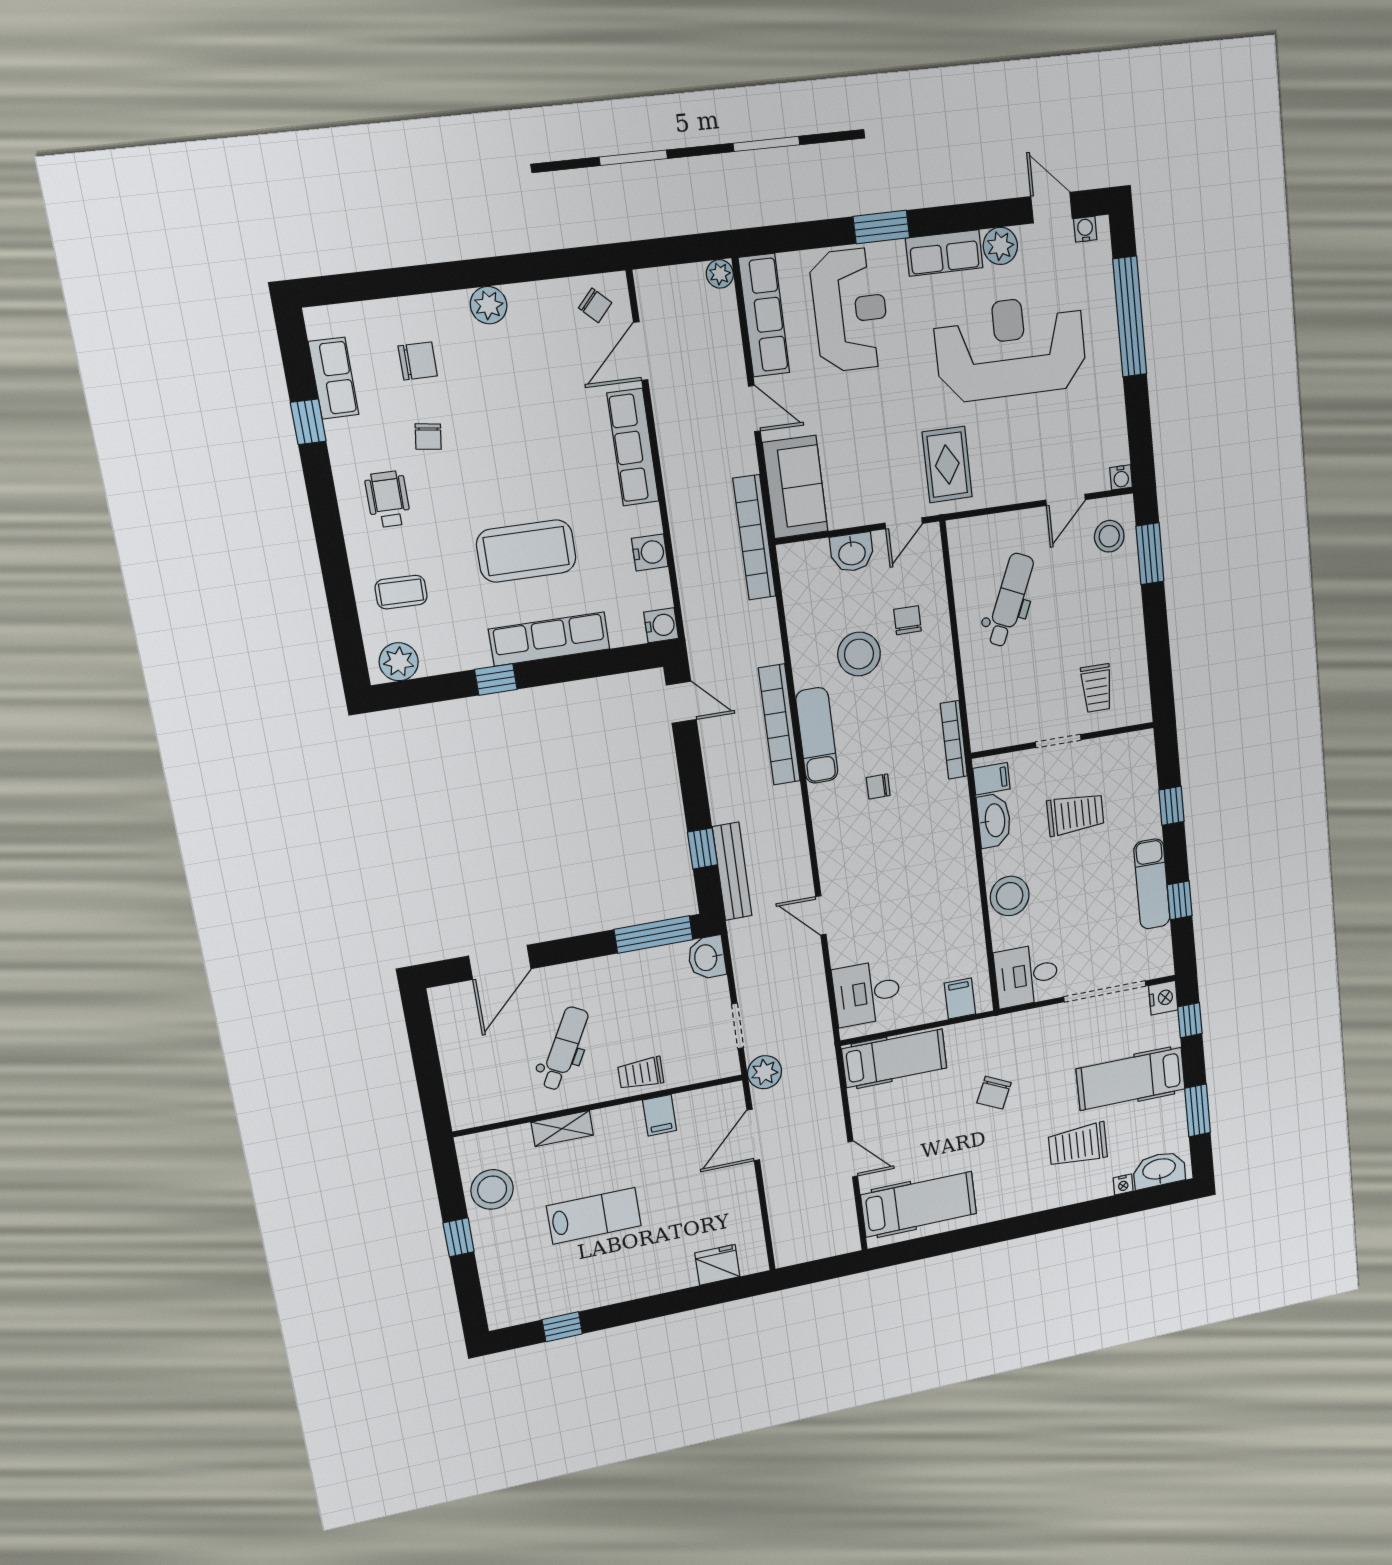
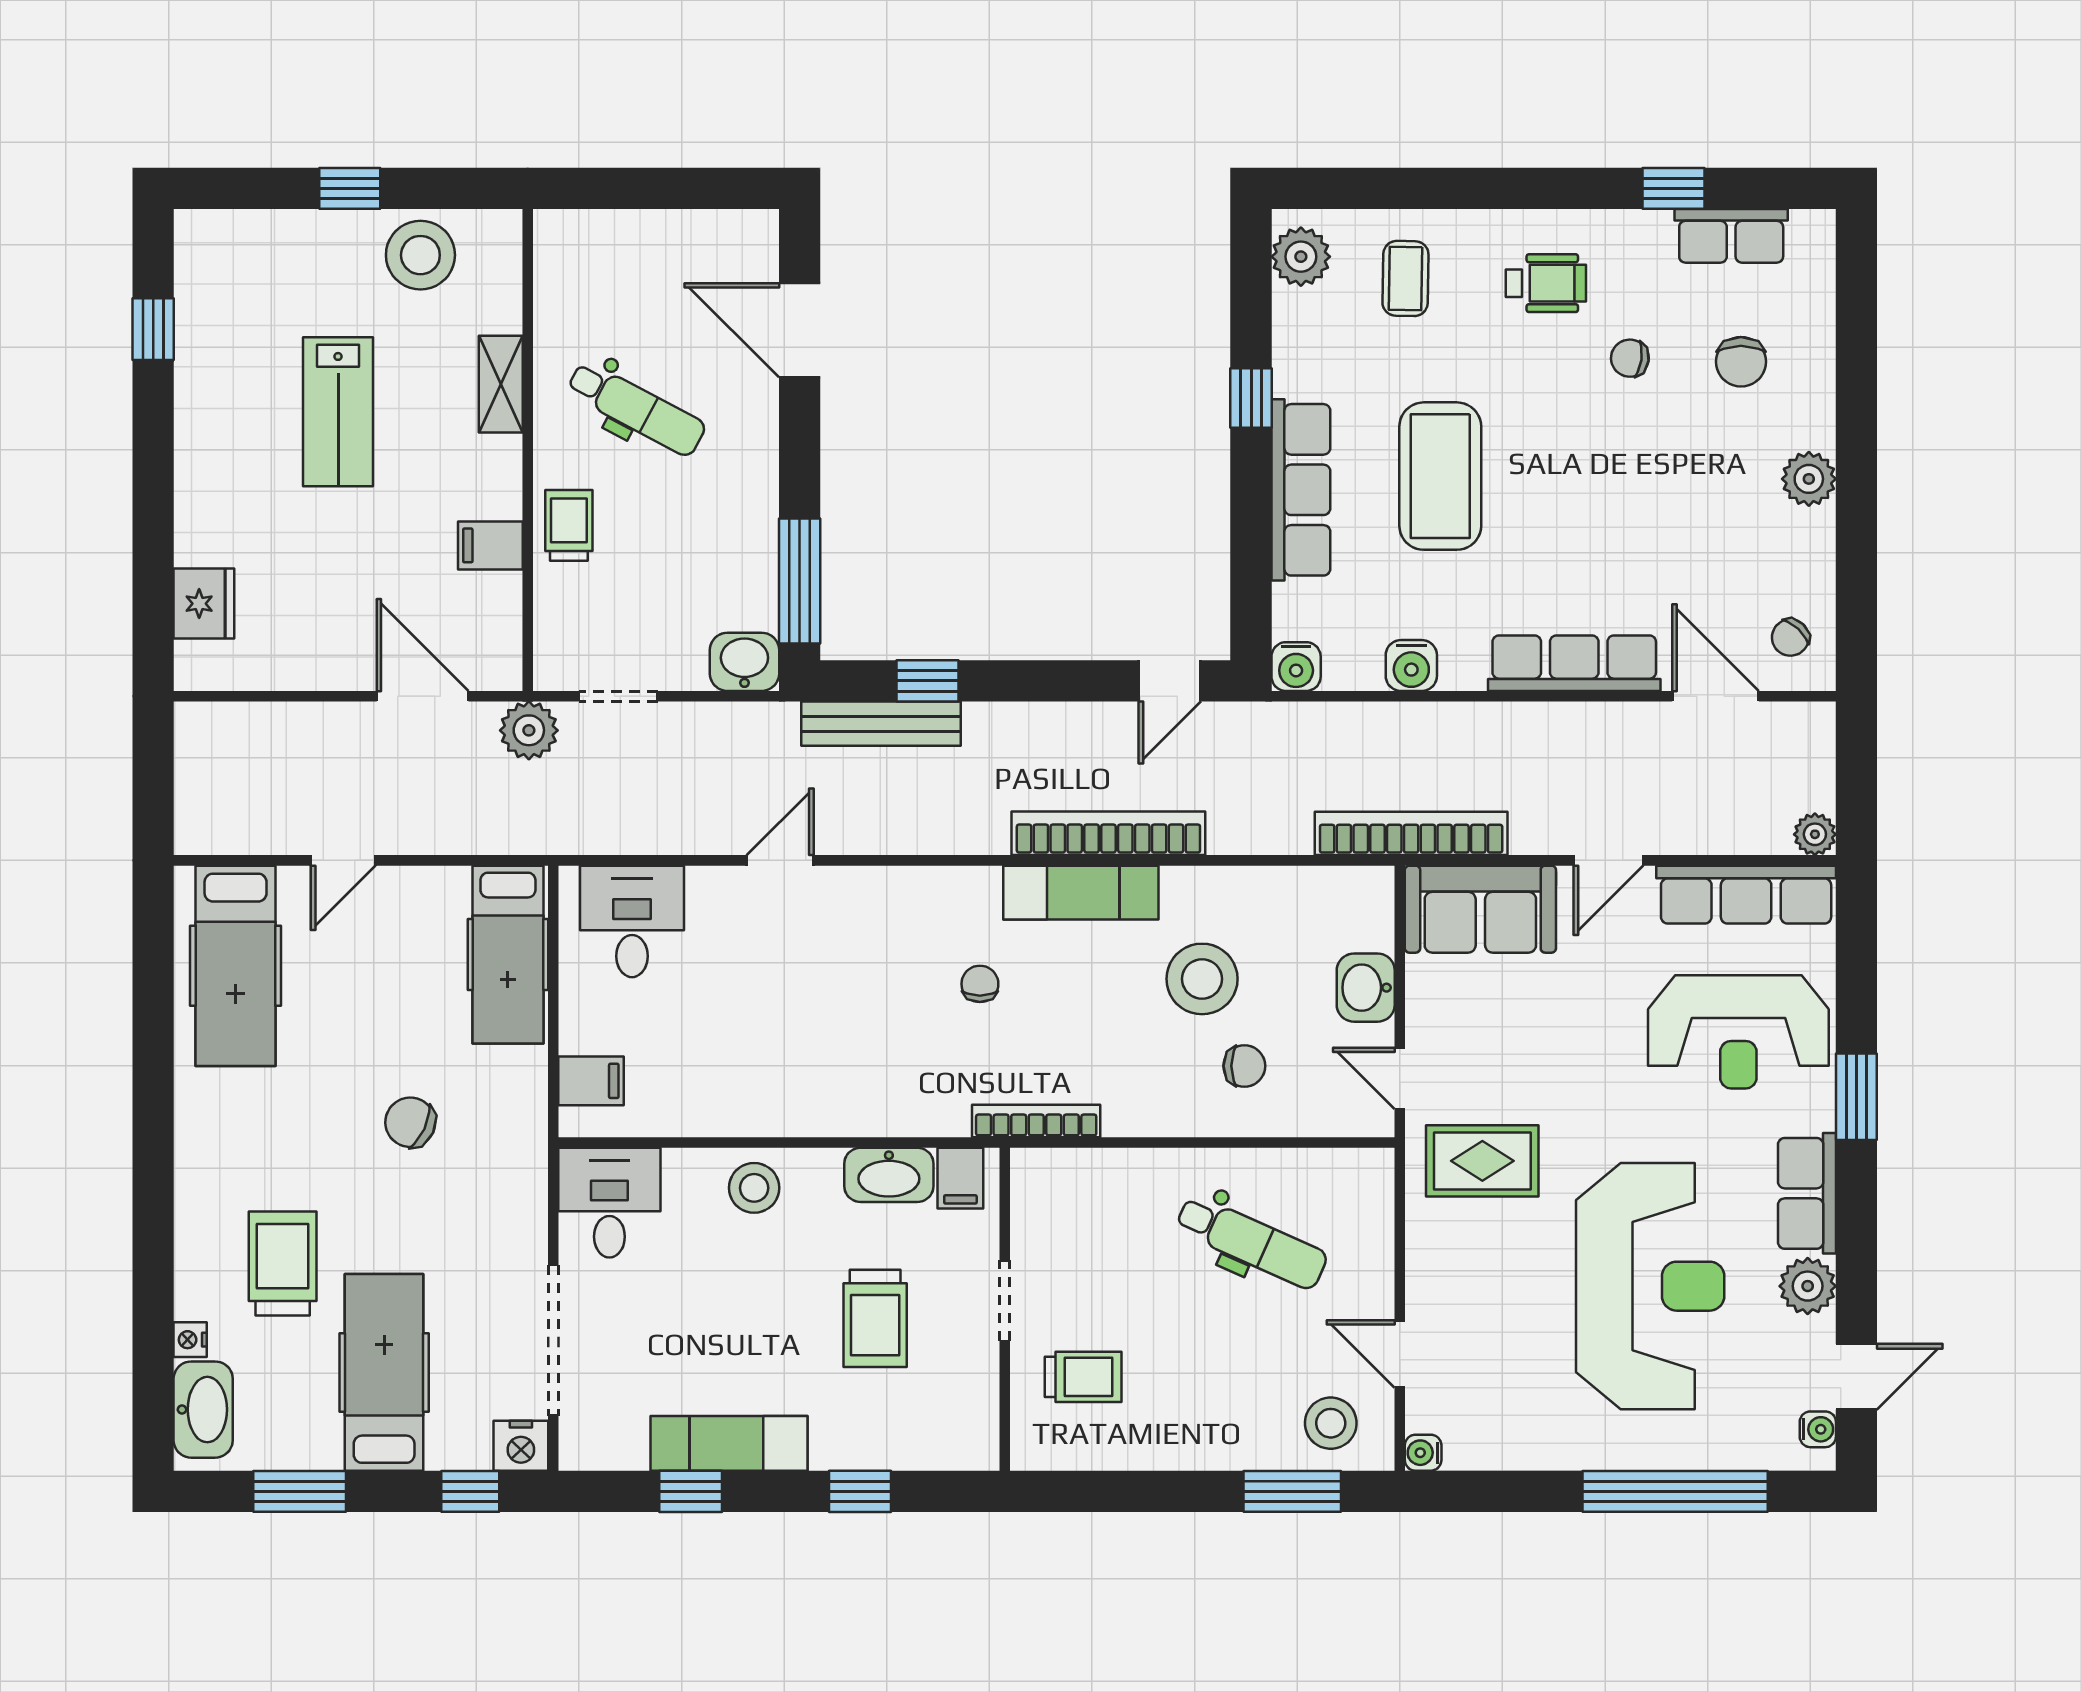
trolley: (1097, 688) -> (1083, 1377), turned 180
stool: (1010, 896) -> (754, 1188), width x0.73, depth x0.73

